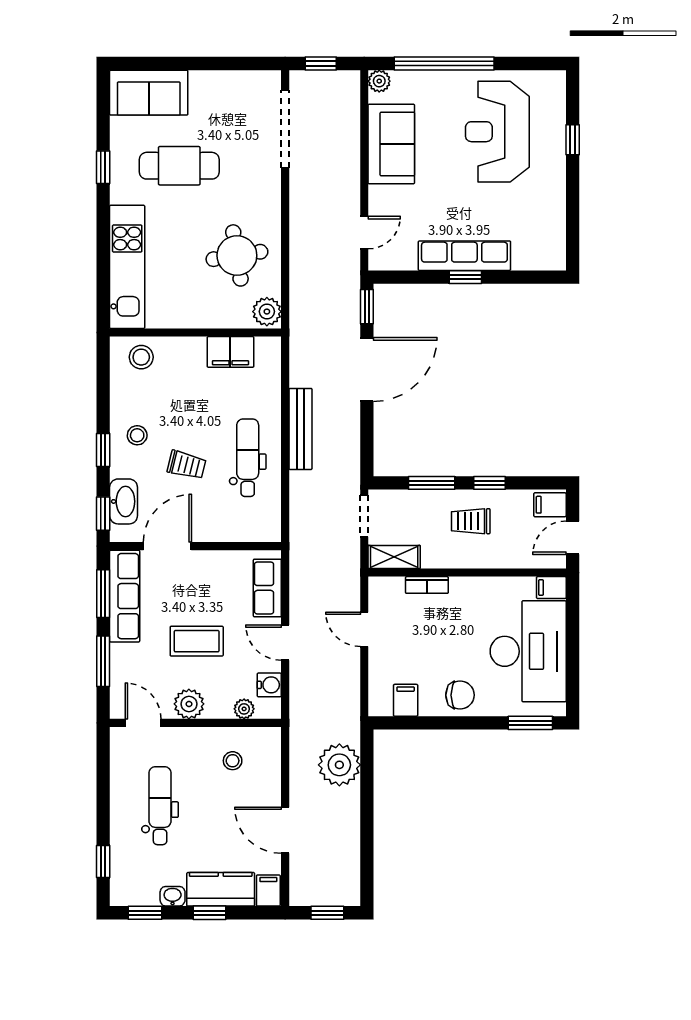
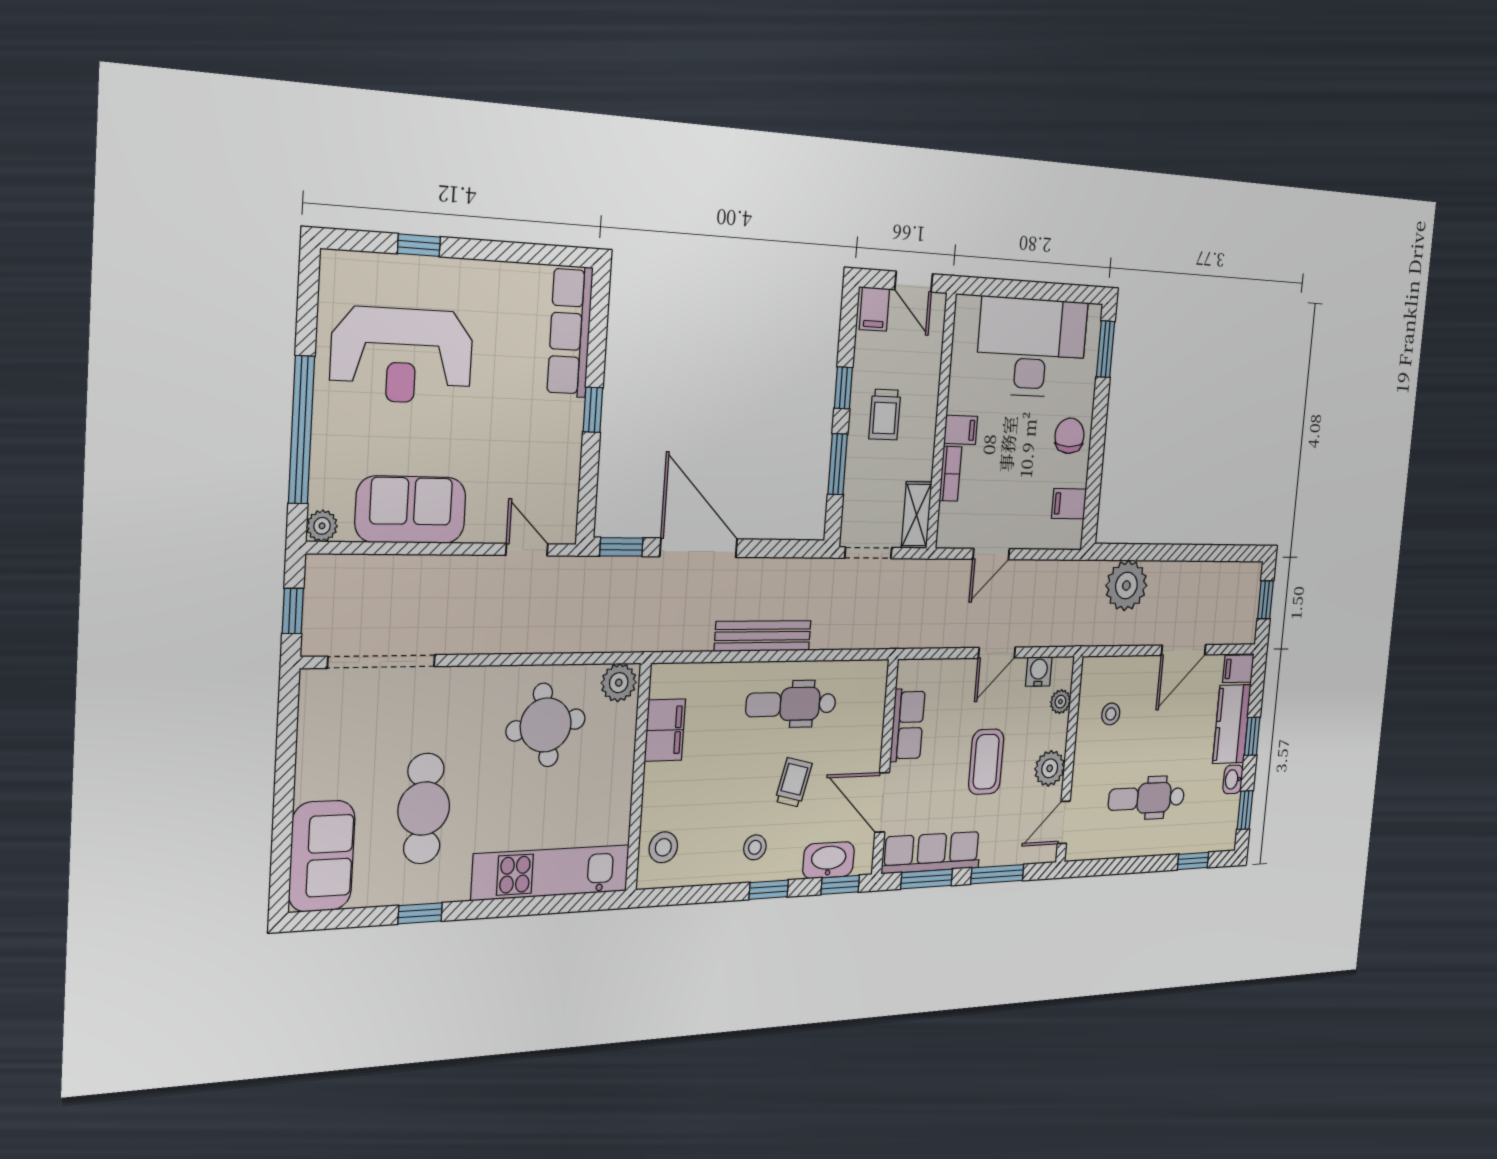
row of seats: (464, 256) -> (570, 332), moved
row of seats: (267, 588) -> (907, 725), moved, turned -90
filing cabinet: (551, 588) -> (961, 430), moved, turned -90

